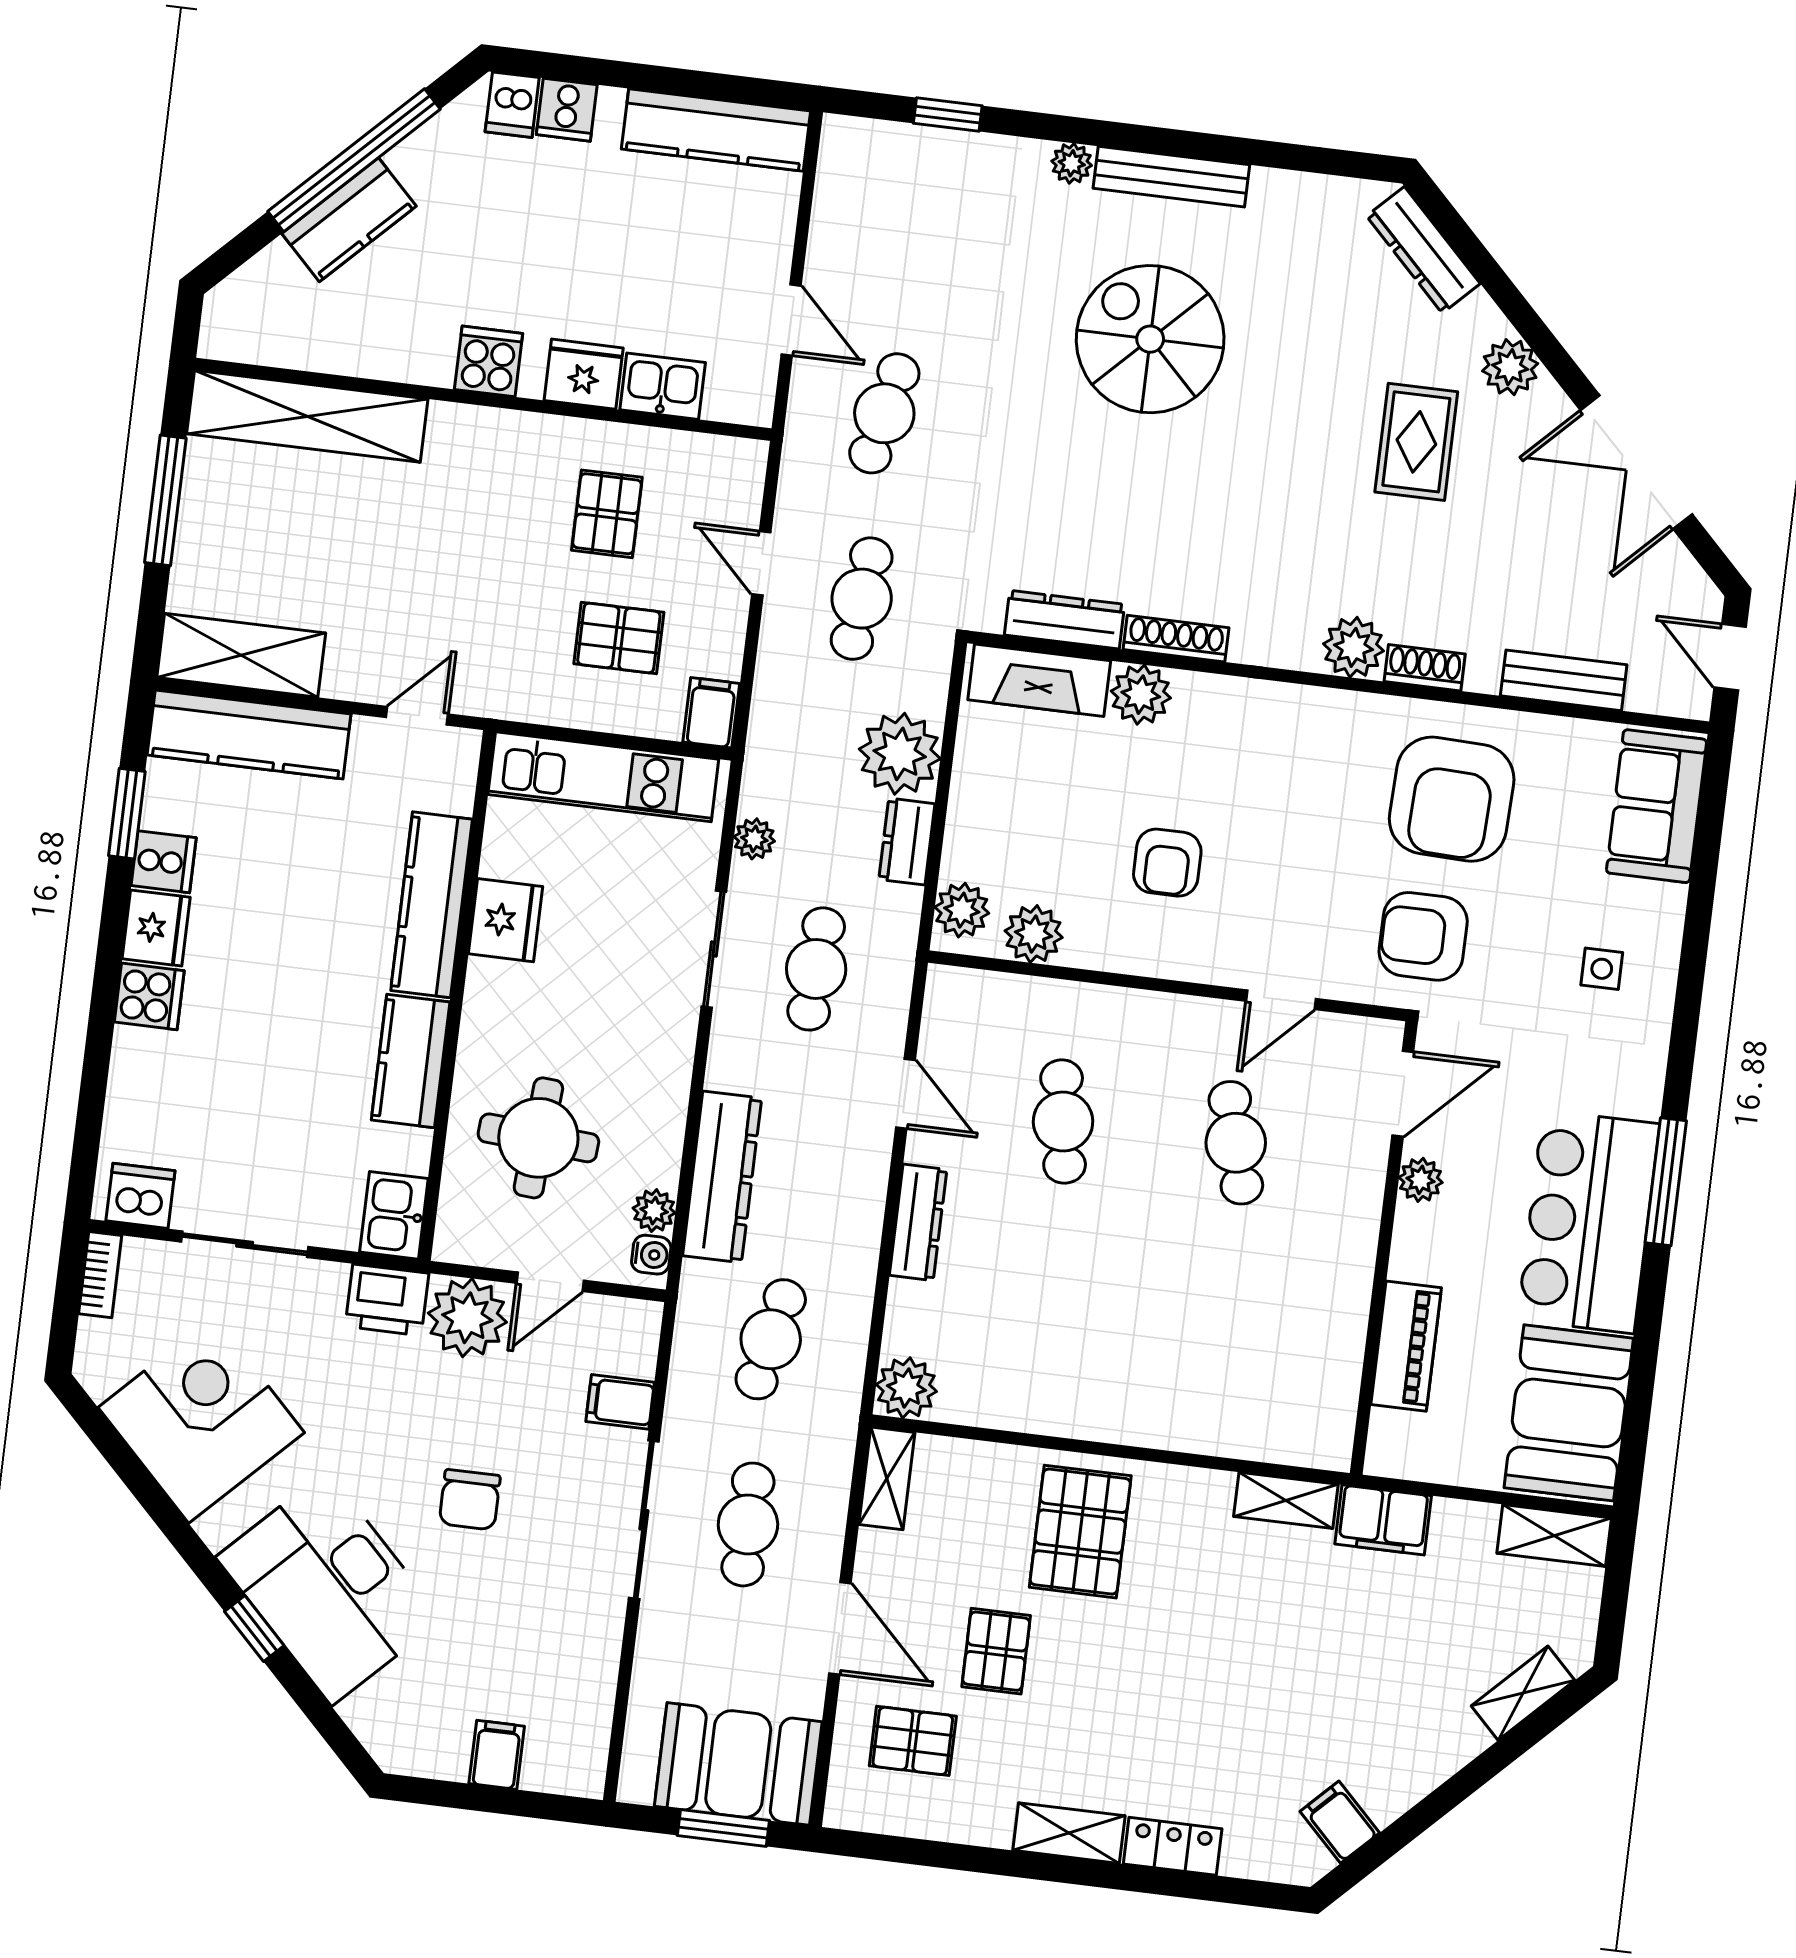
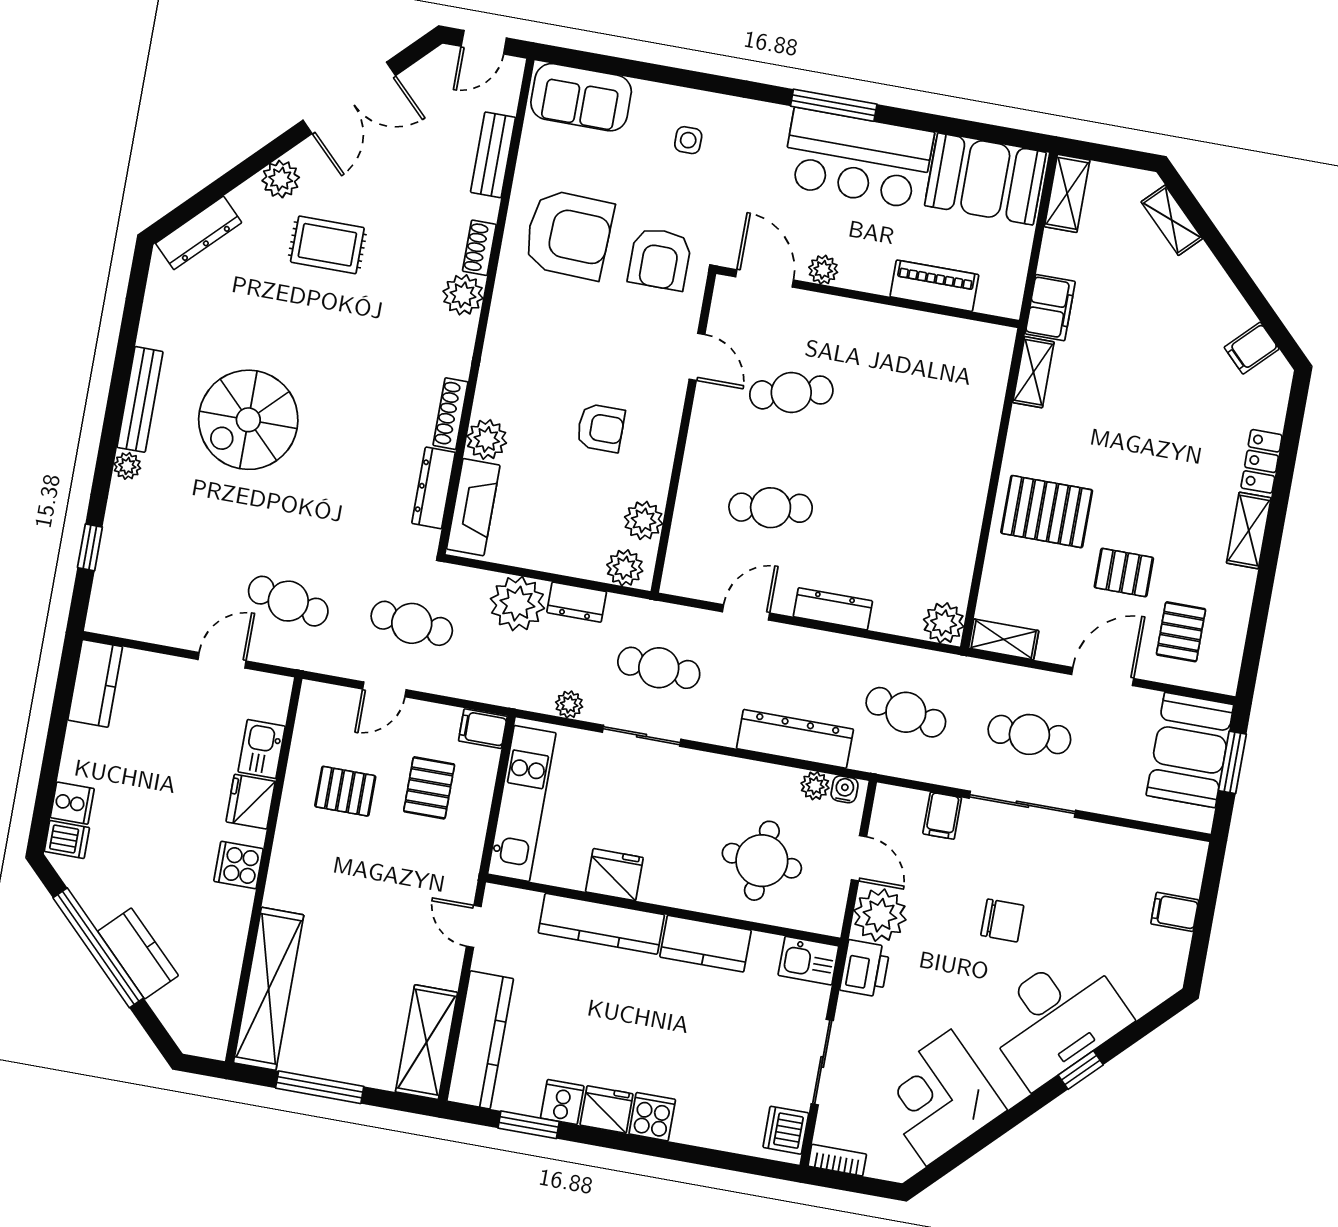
kitchen counter: (716, 130) -> (95, 683), width x0.67

